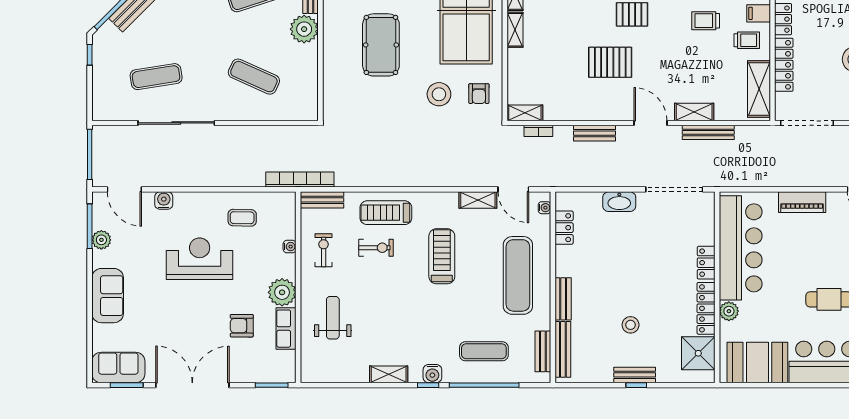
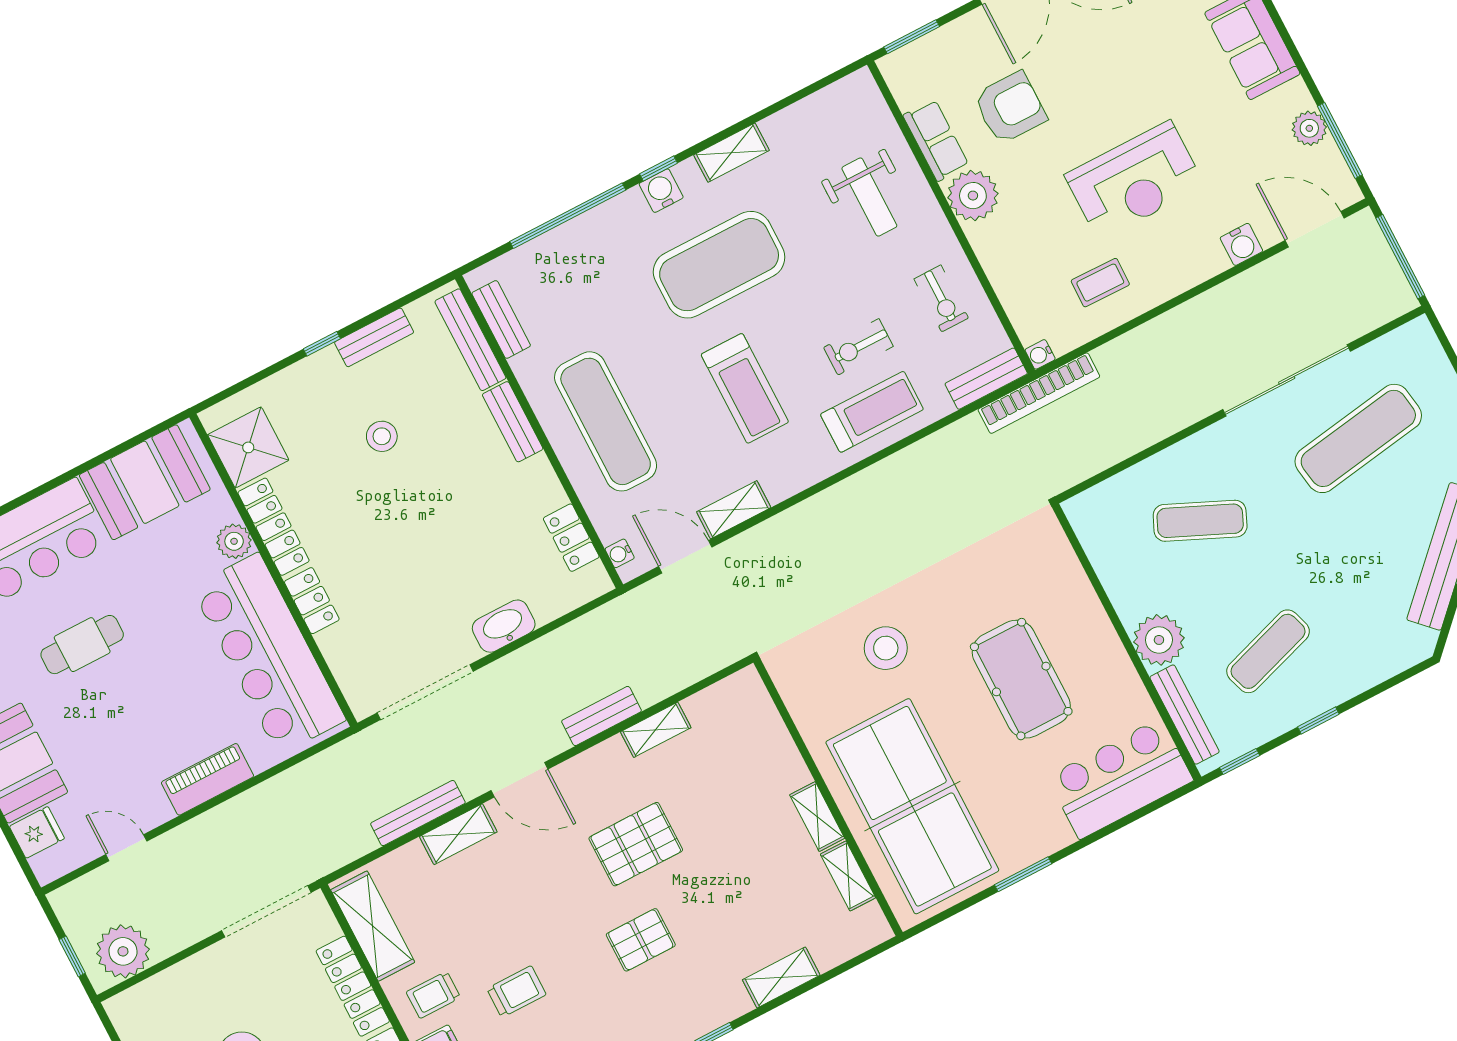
exercise mat: (156, 77) -> (1358, 438), width x1.36, depth x1.45
armchair: (479, 94) -> (822, 683), removed
shelving: (525, 113) -> (656, 730), moved
bookcase: (538, 131) -> (694, 672), removed
water cooler: (290, 247) -> (1040, 354), moved
armchair: (242, 326) -> (1010, 108), width x1.38, depth x1.38
exercise mat: (484, 351) -> (719, 265), moved, width x2.00, depth x1.45
bench: (635, 375) -> (374, 337), moved

